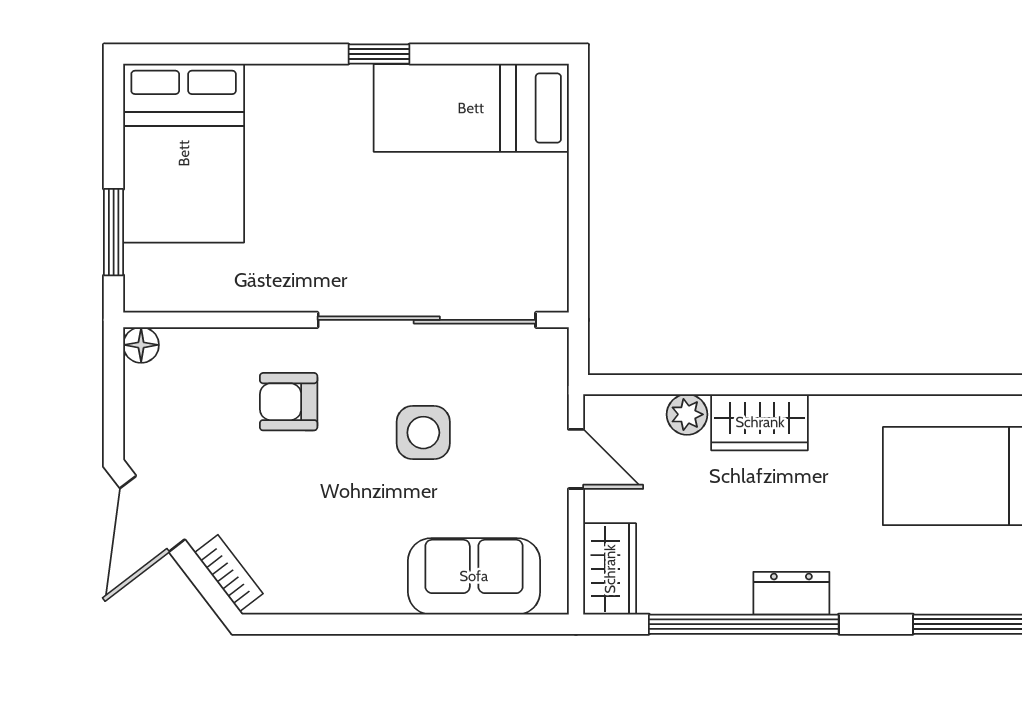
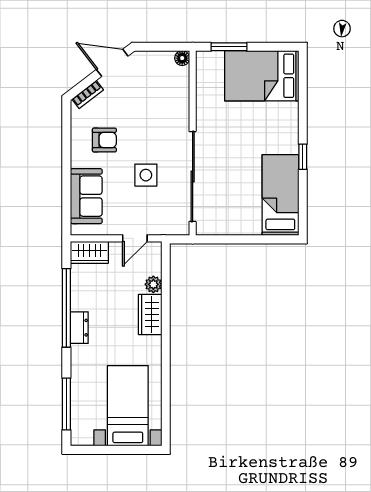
armchair: (289, 402) -> (104, 140), moved, turned 90

